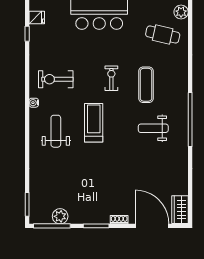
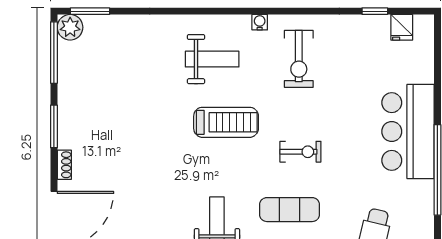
exercise bike: (56, 79) -> (299, 59), turned 180
plant: (60, 216) -> (70, 27), moved

